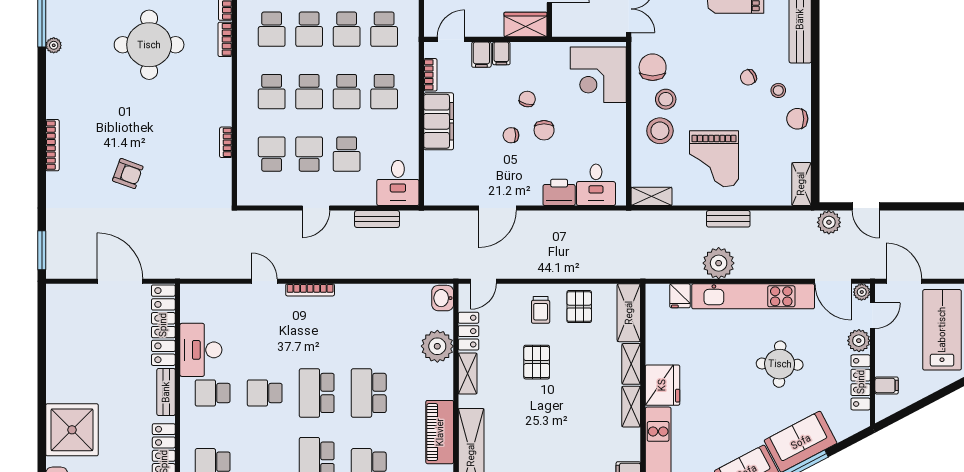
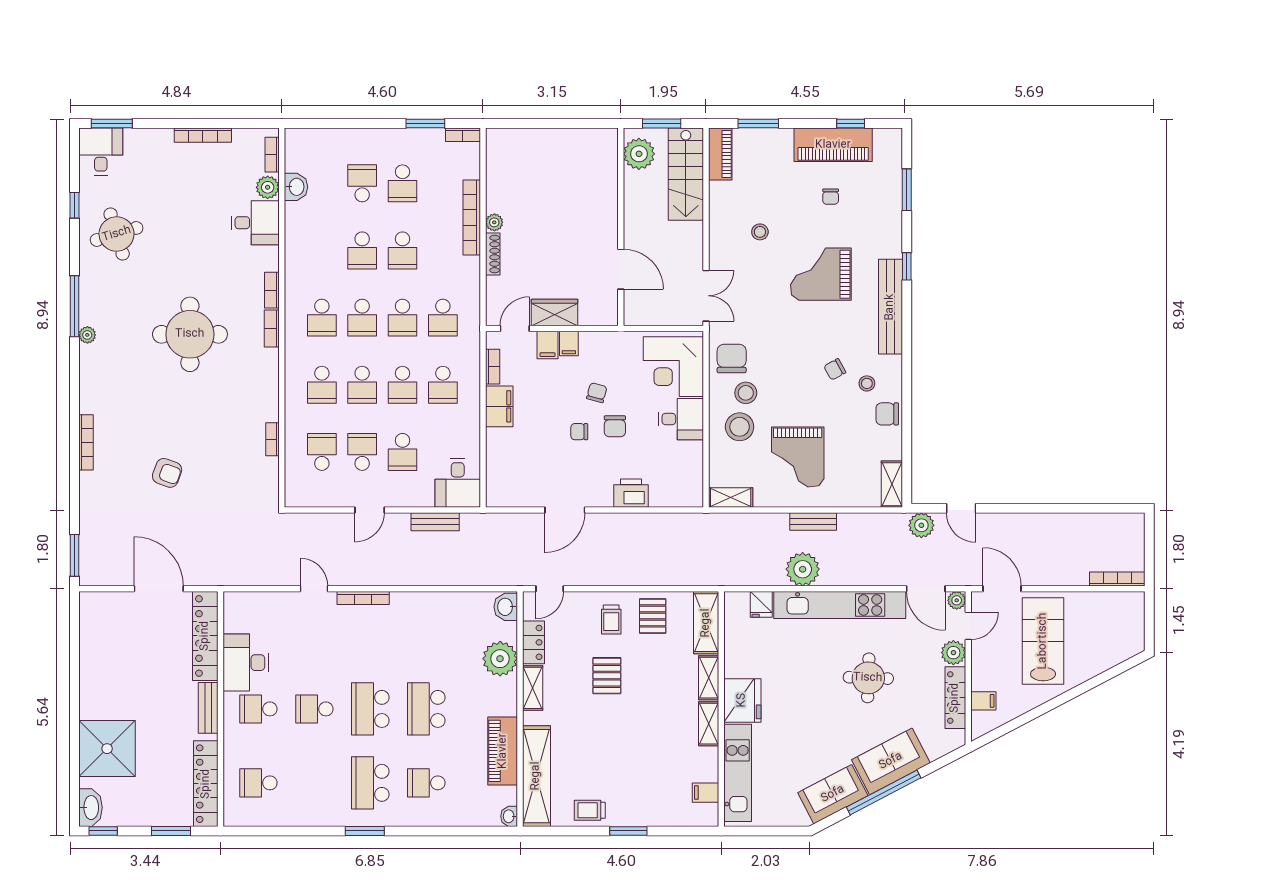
wardrobe: (526, 25) -> (554, 313), moved
filing cabinet: (439, 121) -> (499, 406), width x0.67, depth x0.86
desk: (596, 185) -> (681, 419), moved, turned -90

